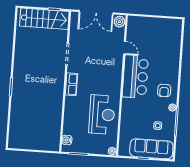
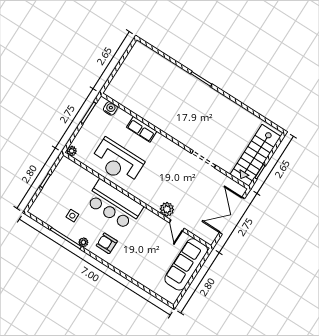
plant: (120, 22) -> (167, 209), moved
door: (125, 48) -> (177, 226), hinge flipped
bar counter: (135, 76) -> (114, 204), moved
row of seats: (71, 84) -> (142, 129), moved
sofa: (151, 149) -> (186, 264), moved, turned 180

